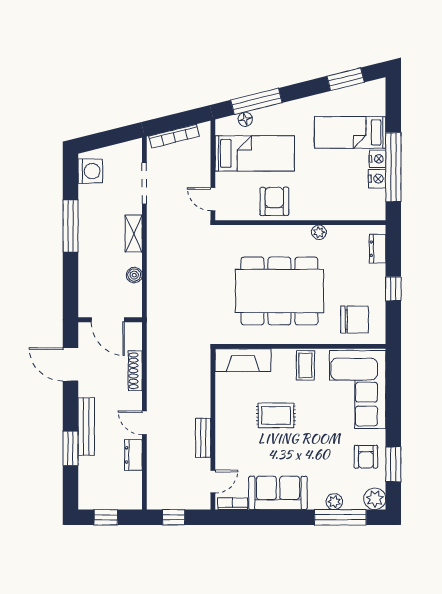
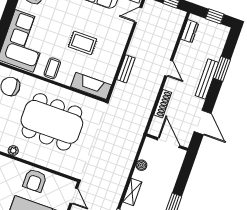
bench: (203, 438) -> (126, 69), moved
dresser: (133, 455) -> (190, 31), moved

